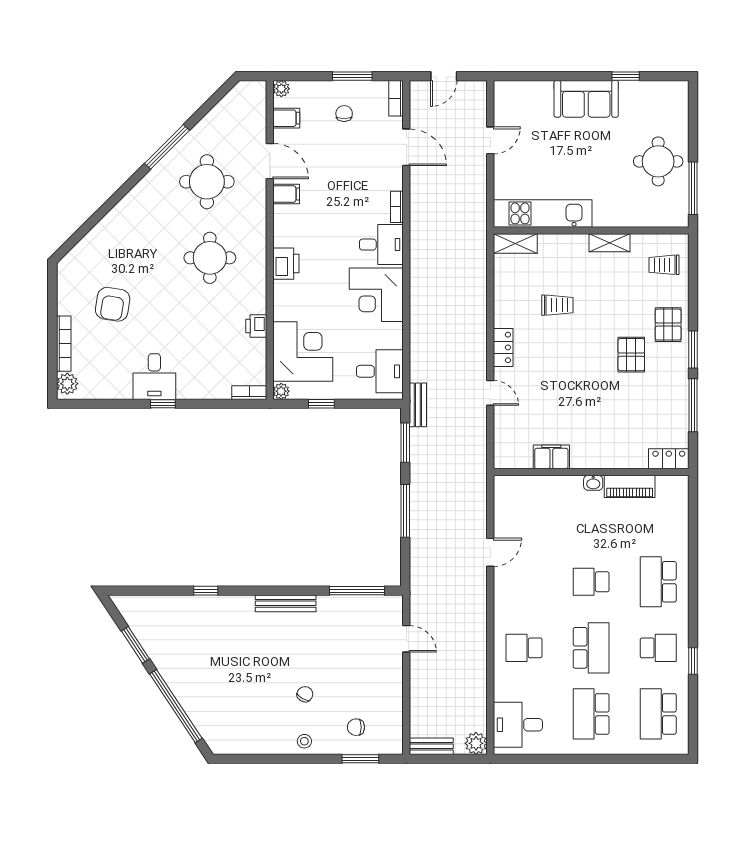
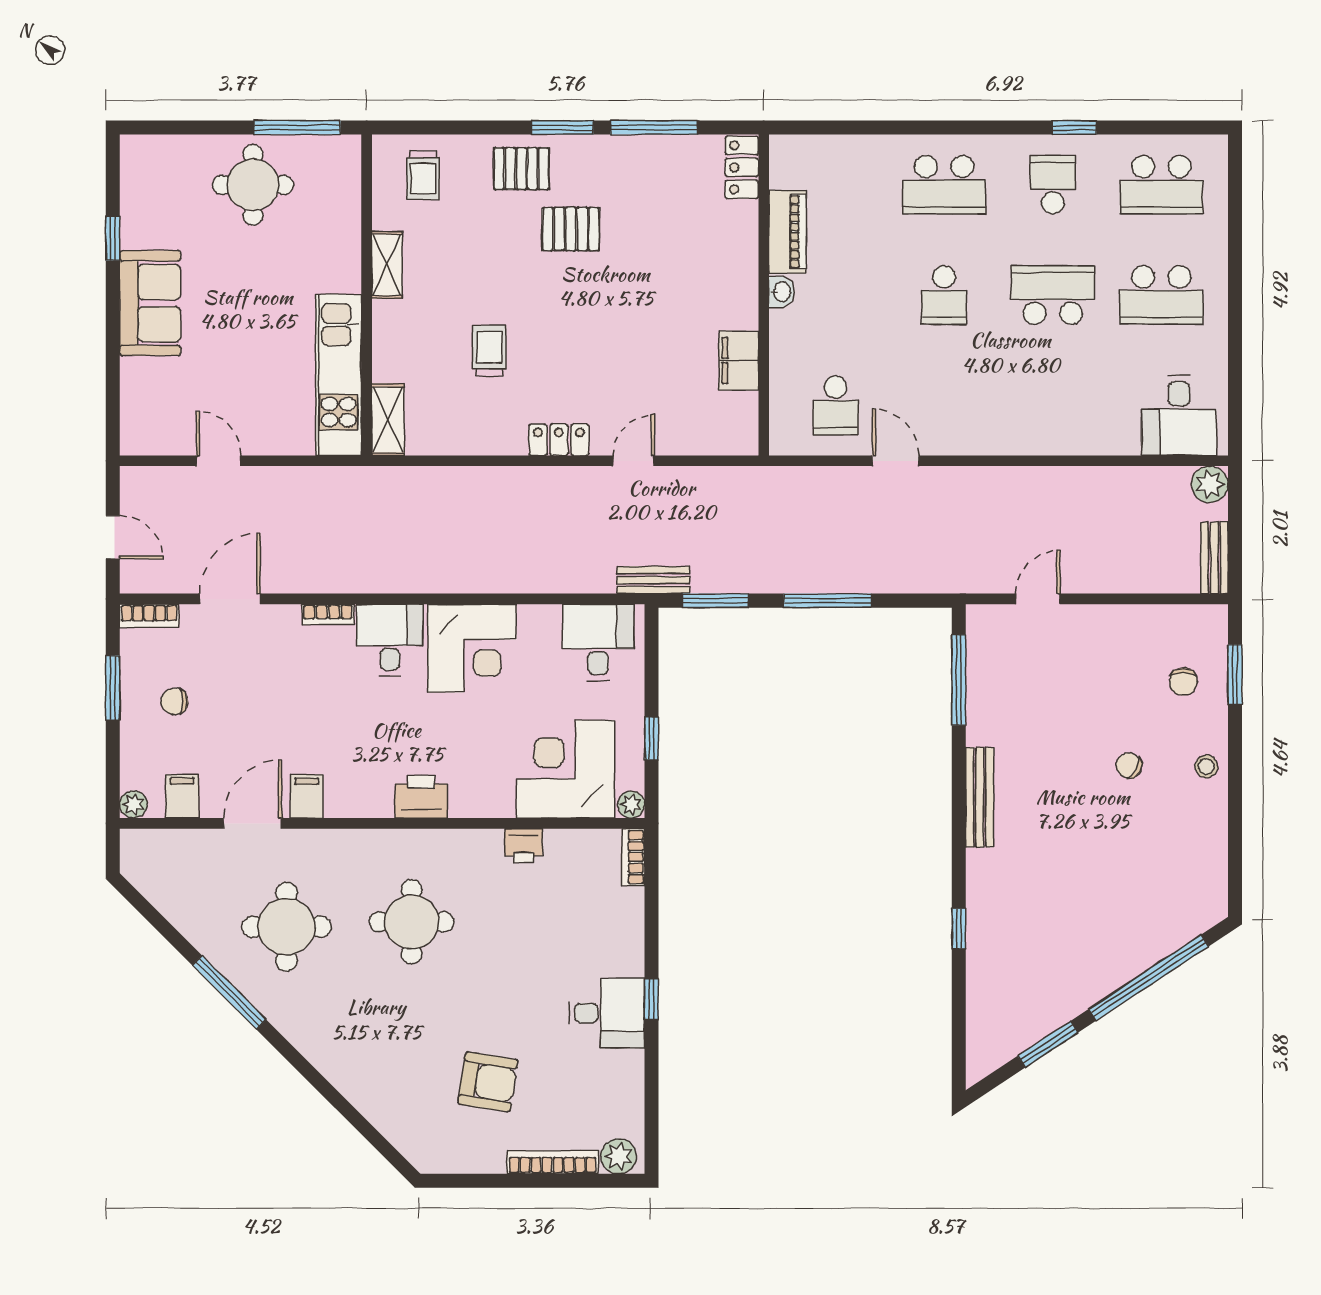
school desk: (524, 648) -> (836, 405), moved

